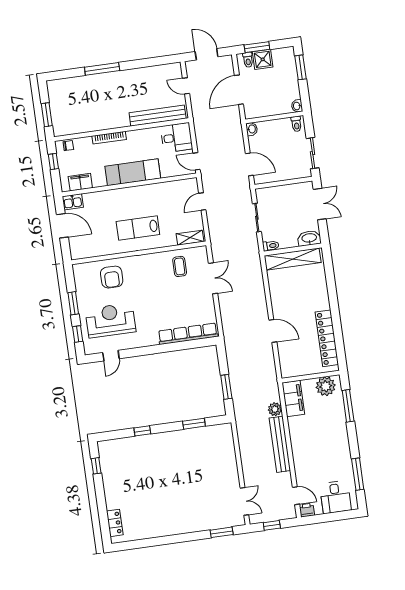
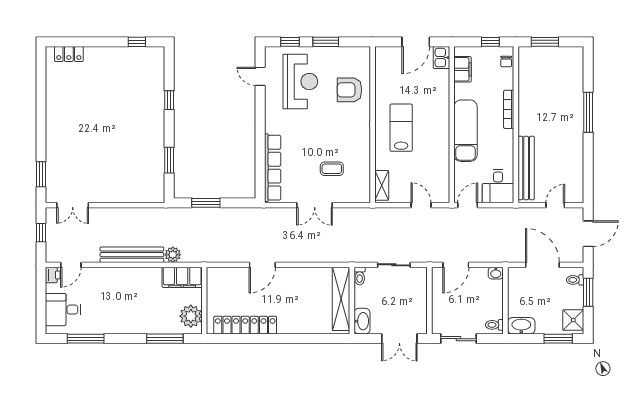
shower: (263, 59) -> (573, 320), moved
washbasin: (297, 106) -> (521, 326), width x1.91, depth x1.45
coffee table: (180, 266) -> (332, 169), moved
double door: (213, 278) -> (315, 205), moved

